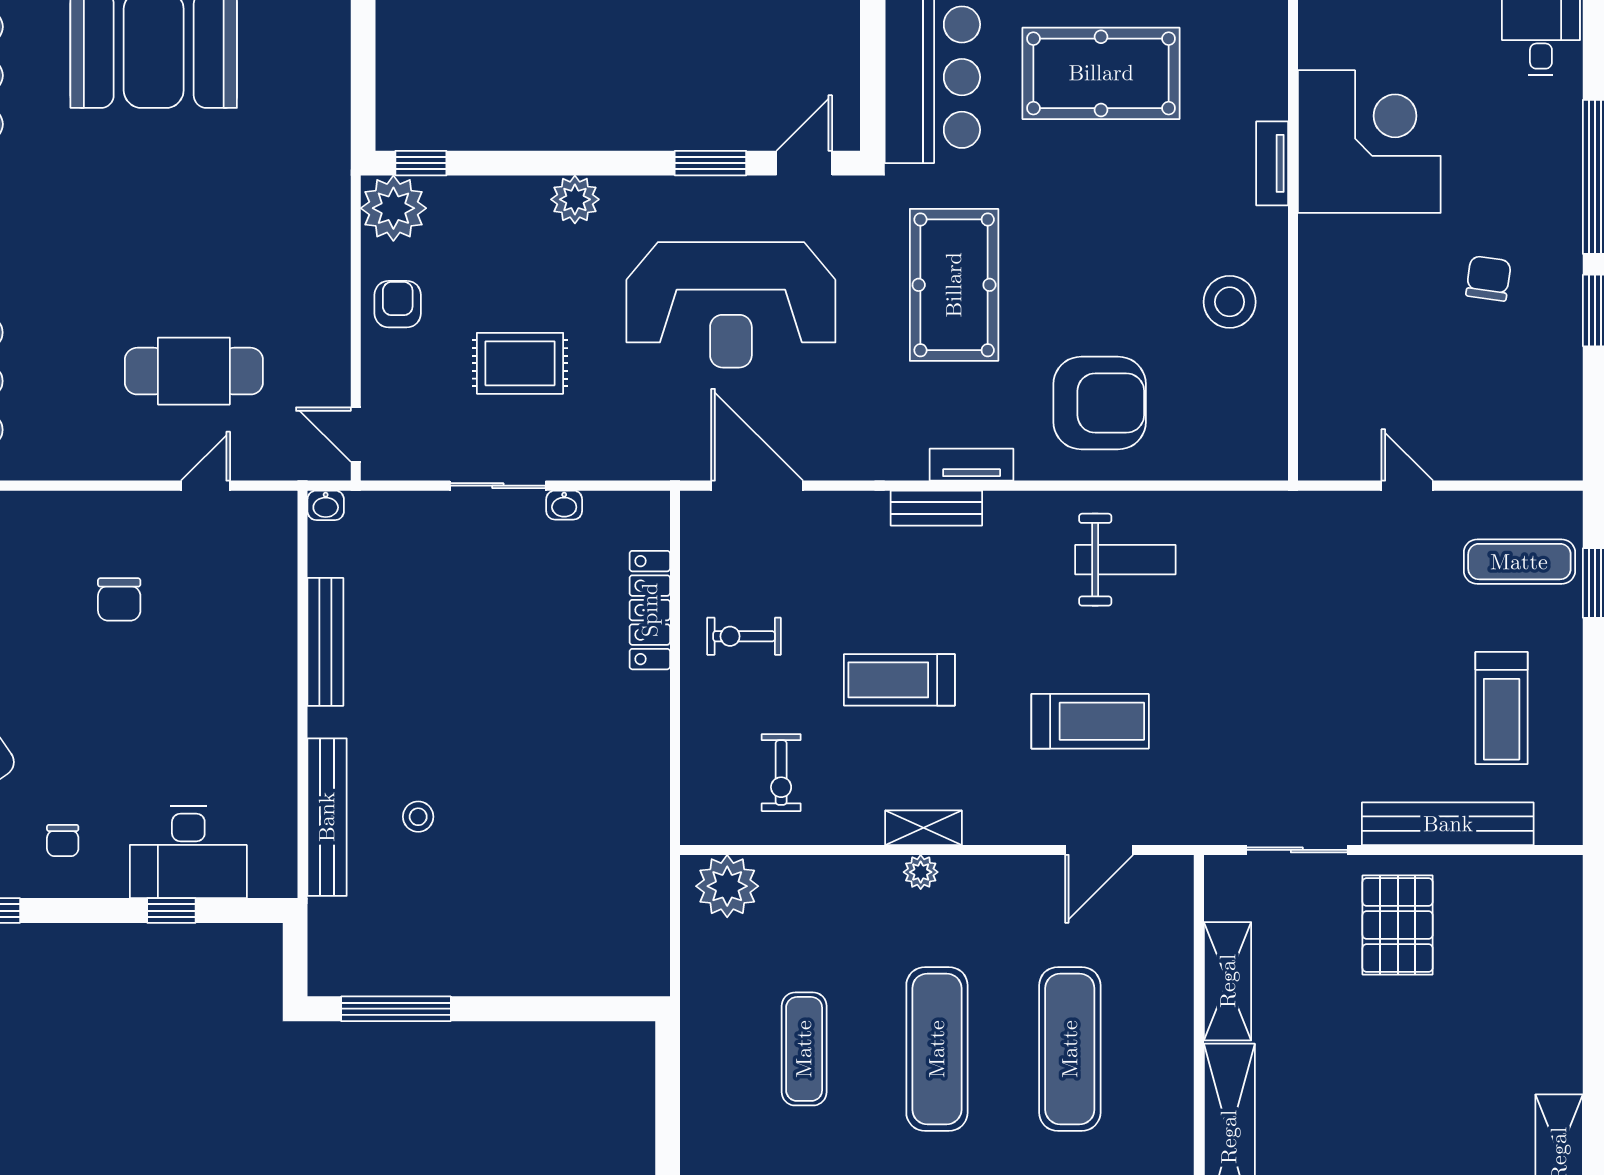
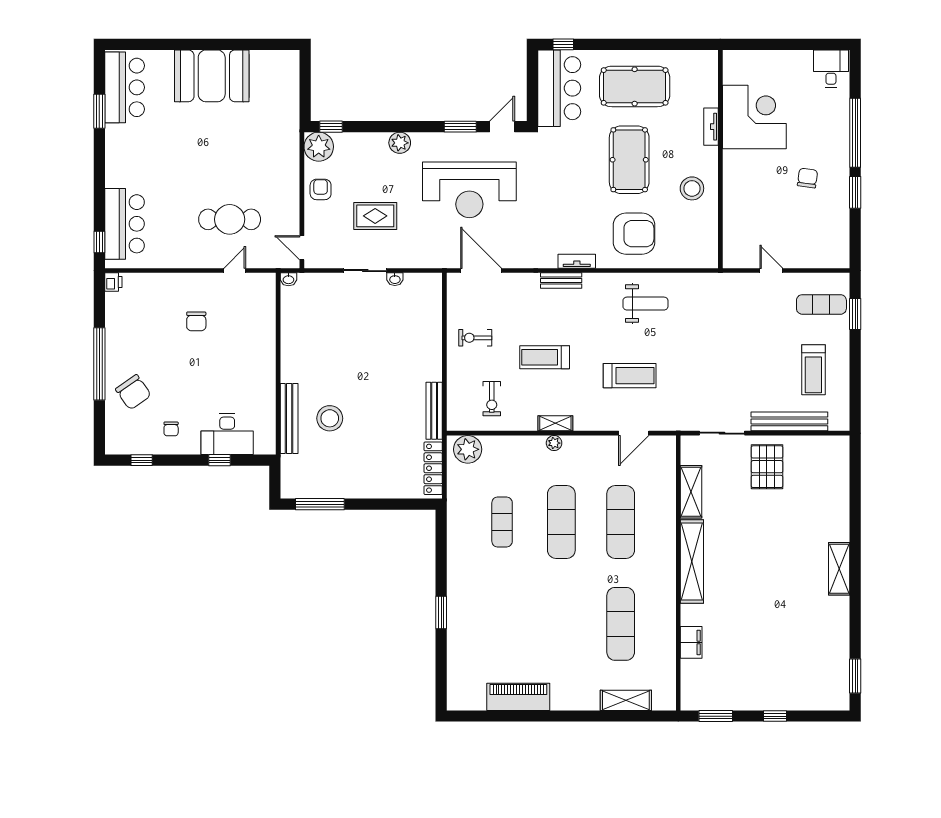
pool table: (954, 285) -> (629, 160), moved
locker: (650, 610) -> (433, 468), moved
bench: (325, 642) -> (434, 411), moved
stool: (418, 817) -> (330, 418), width x1.89, depth x1.89

